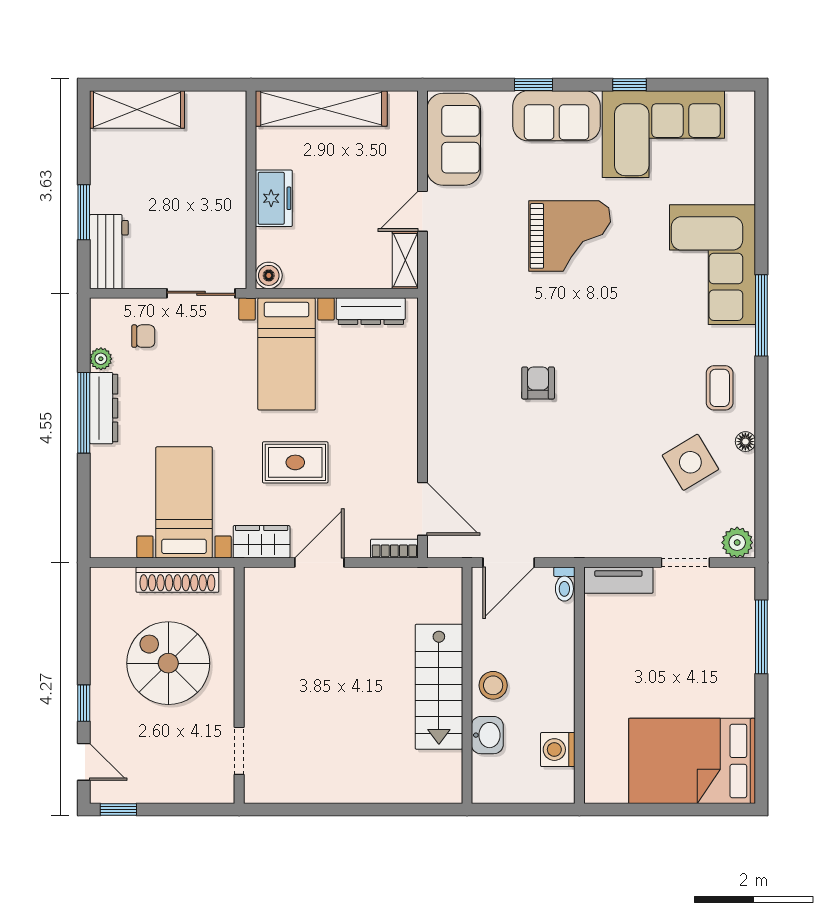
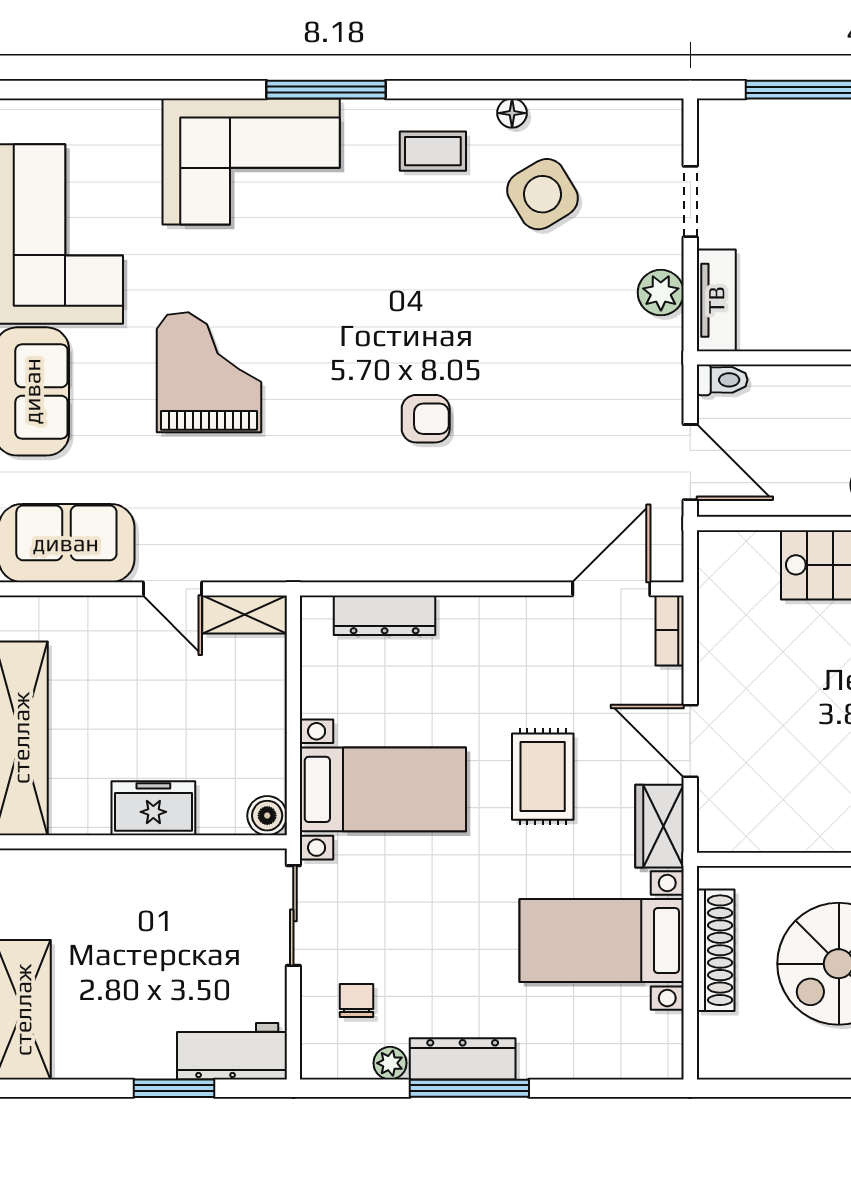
dresser: (371, 311) -> (385, 615), moved, turned 90
armchair: (538, 383) -> (426, 419), turned 180
plant: (737, 543) -> (661, 293), moved

